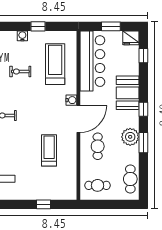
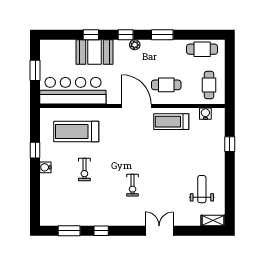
fridge: (131, 38) -> (48, 48), removed
window: (143, 56) -> (91, 35), moved
booth: (128, 93) -> (94, 52), moved
water cooler: (71, 100) -> (205, 114), moved
plant: (130, 137) -> (135, 45), moved, width x0.53, depth x0.53
treadmill: (49, 150) -> (171, 122), moved

